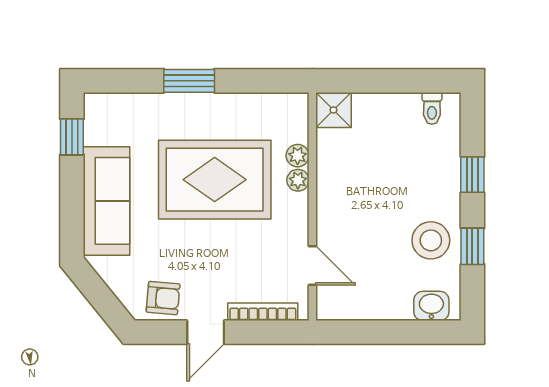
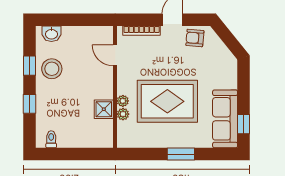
shower: (333, 110) -> (104, 109), moved
sofa: (106, 201) -> (225, 119), moved

